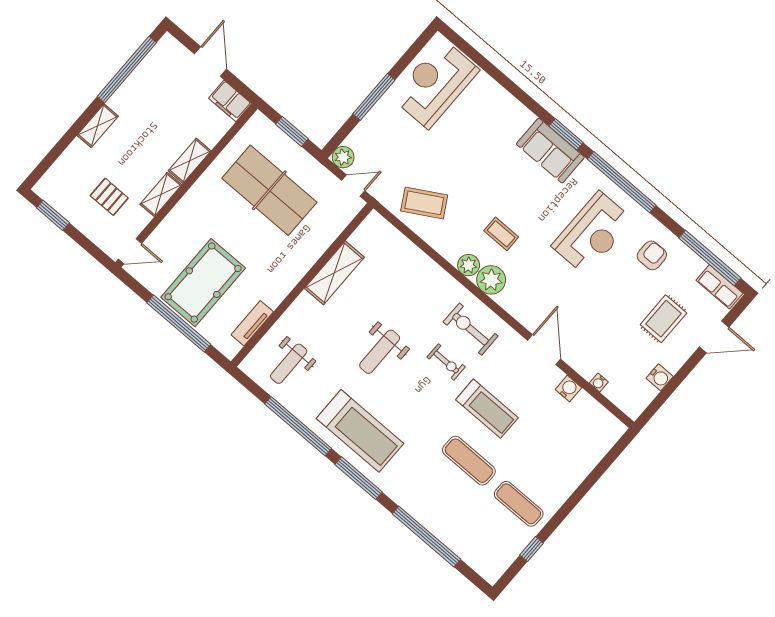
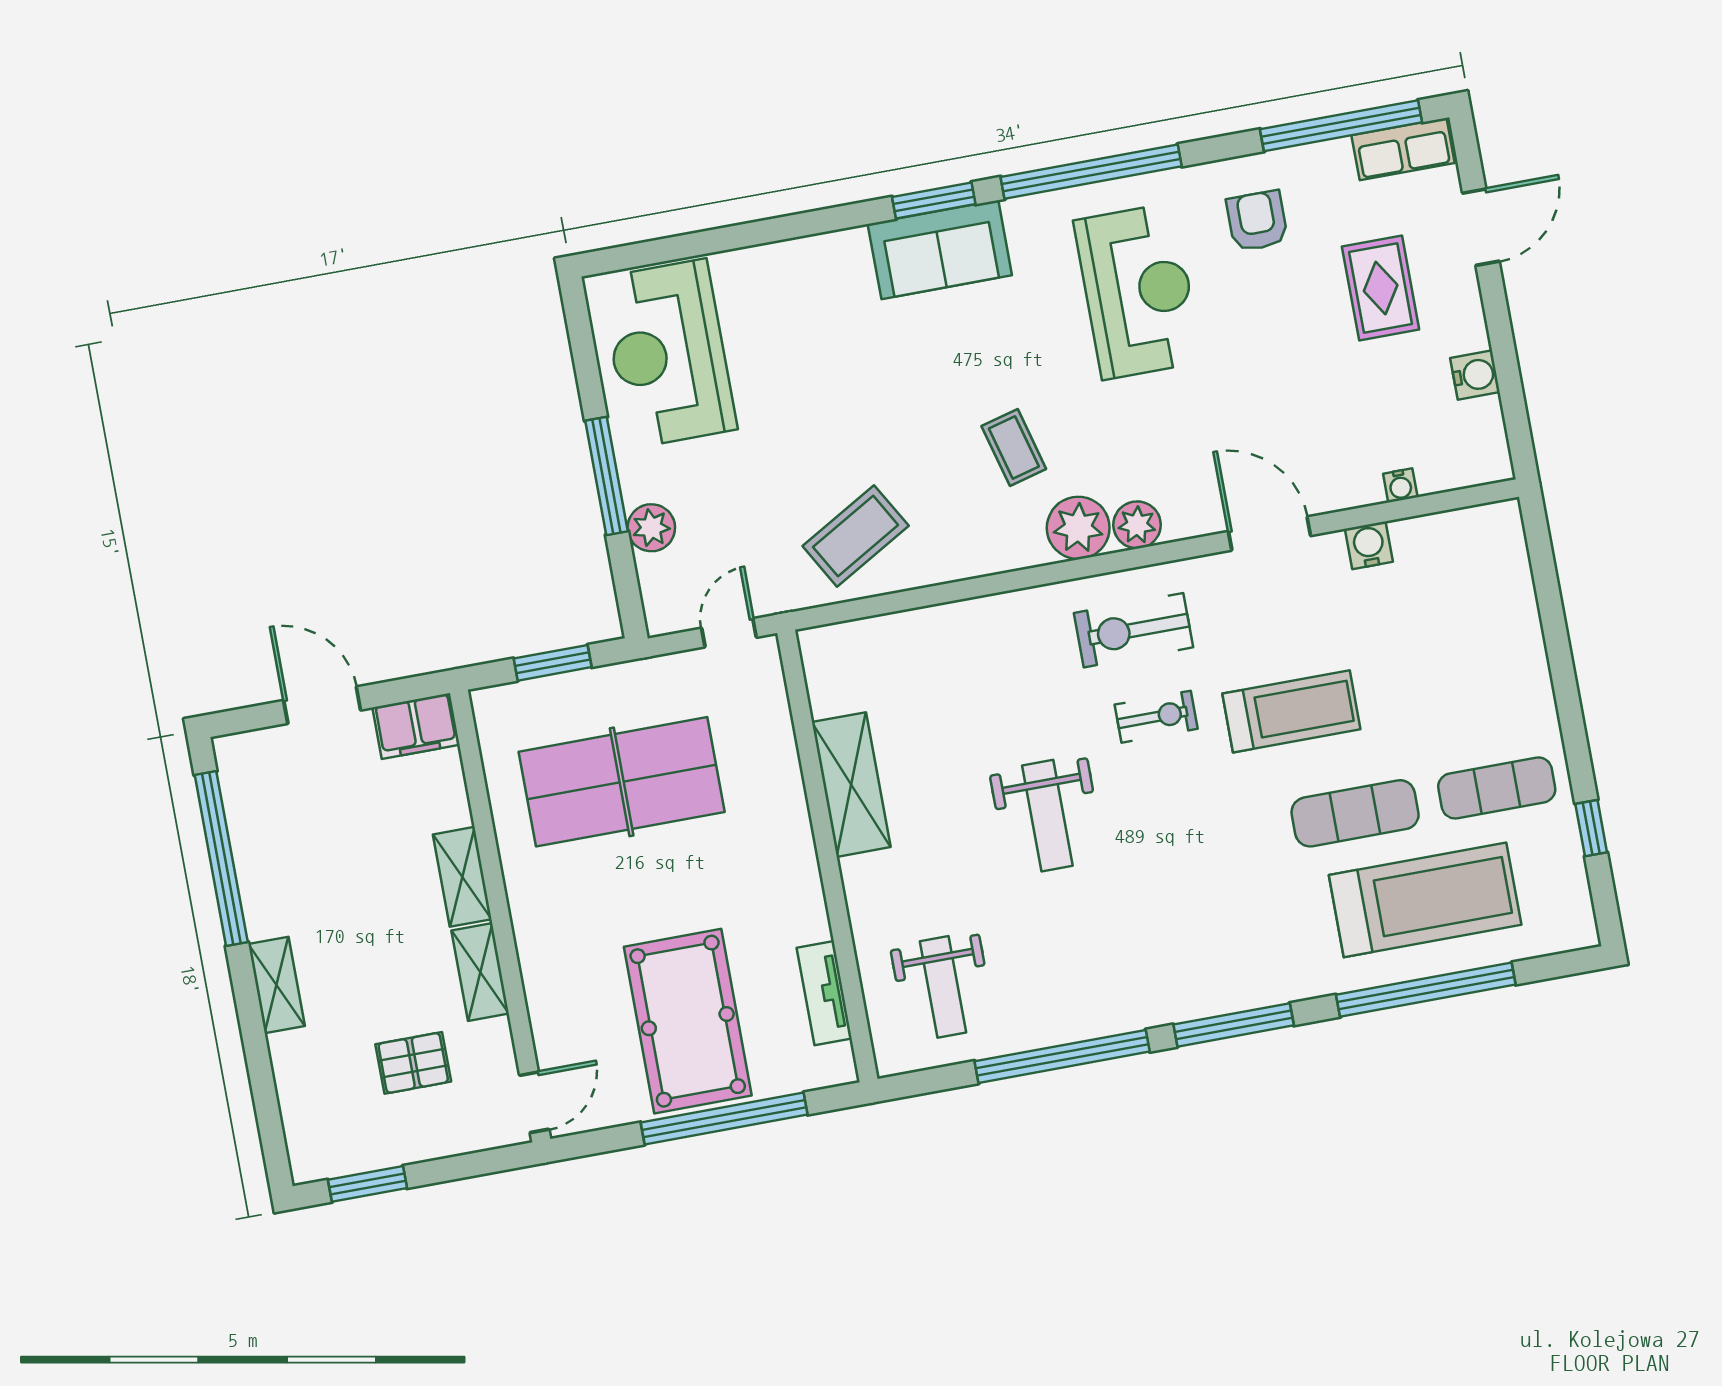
plant: (343, 157) -> (651, 528), moved
coffee table: (501, 234) -> (1014, 447), turned 75
plant: (469, 265) -> (1137, 525), moved
treadmill: (360, 431) -> (1425, 900), moved

